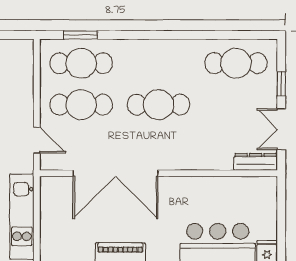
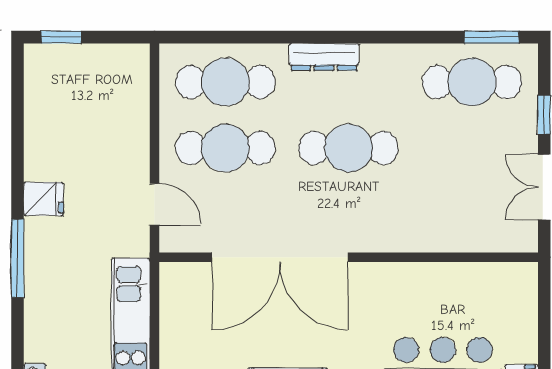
window: (80, 35) -> (492, 37), moved
dresser: (256, 162) -> (324, 57), moved, turned 180

